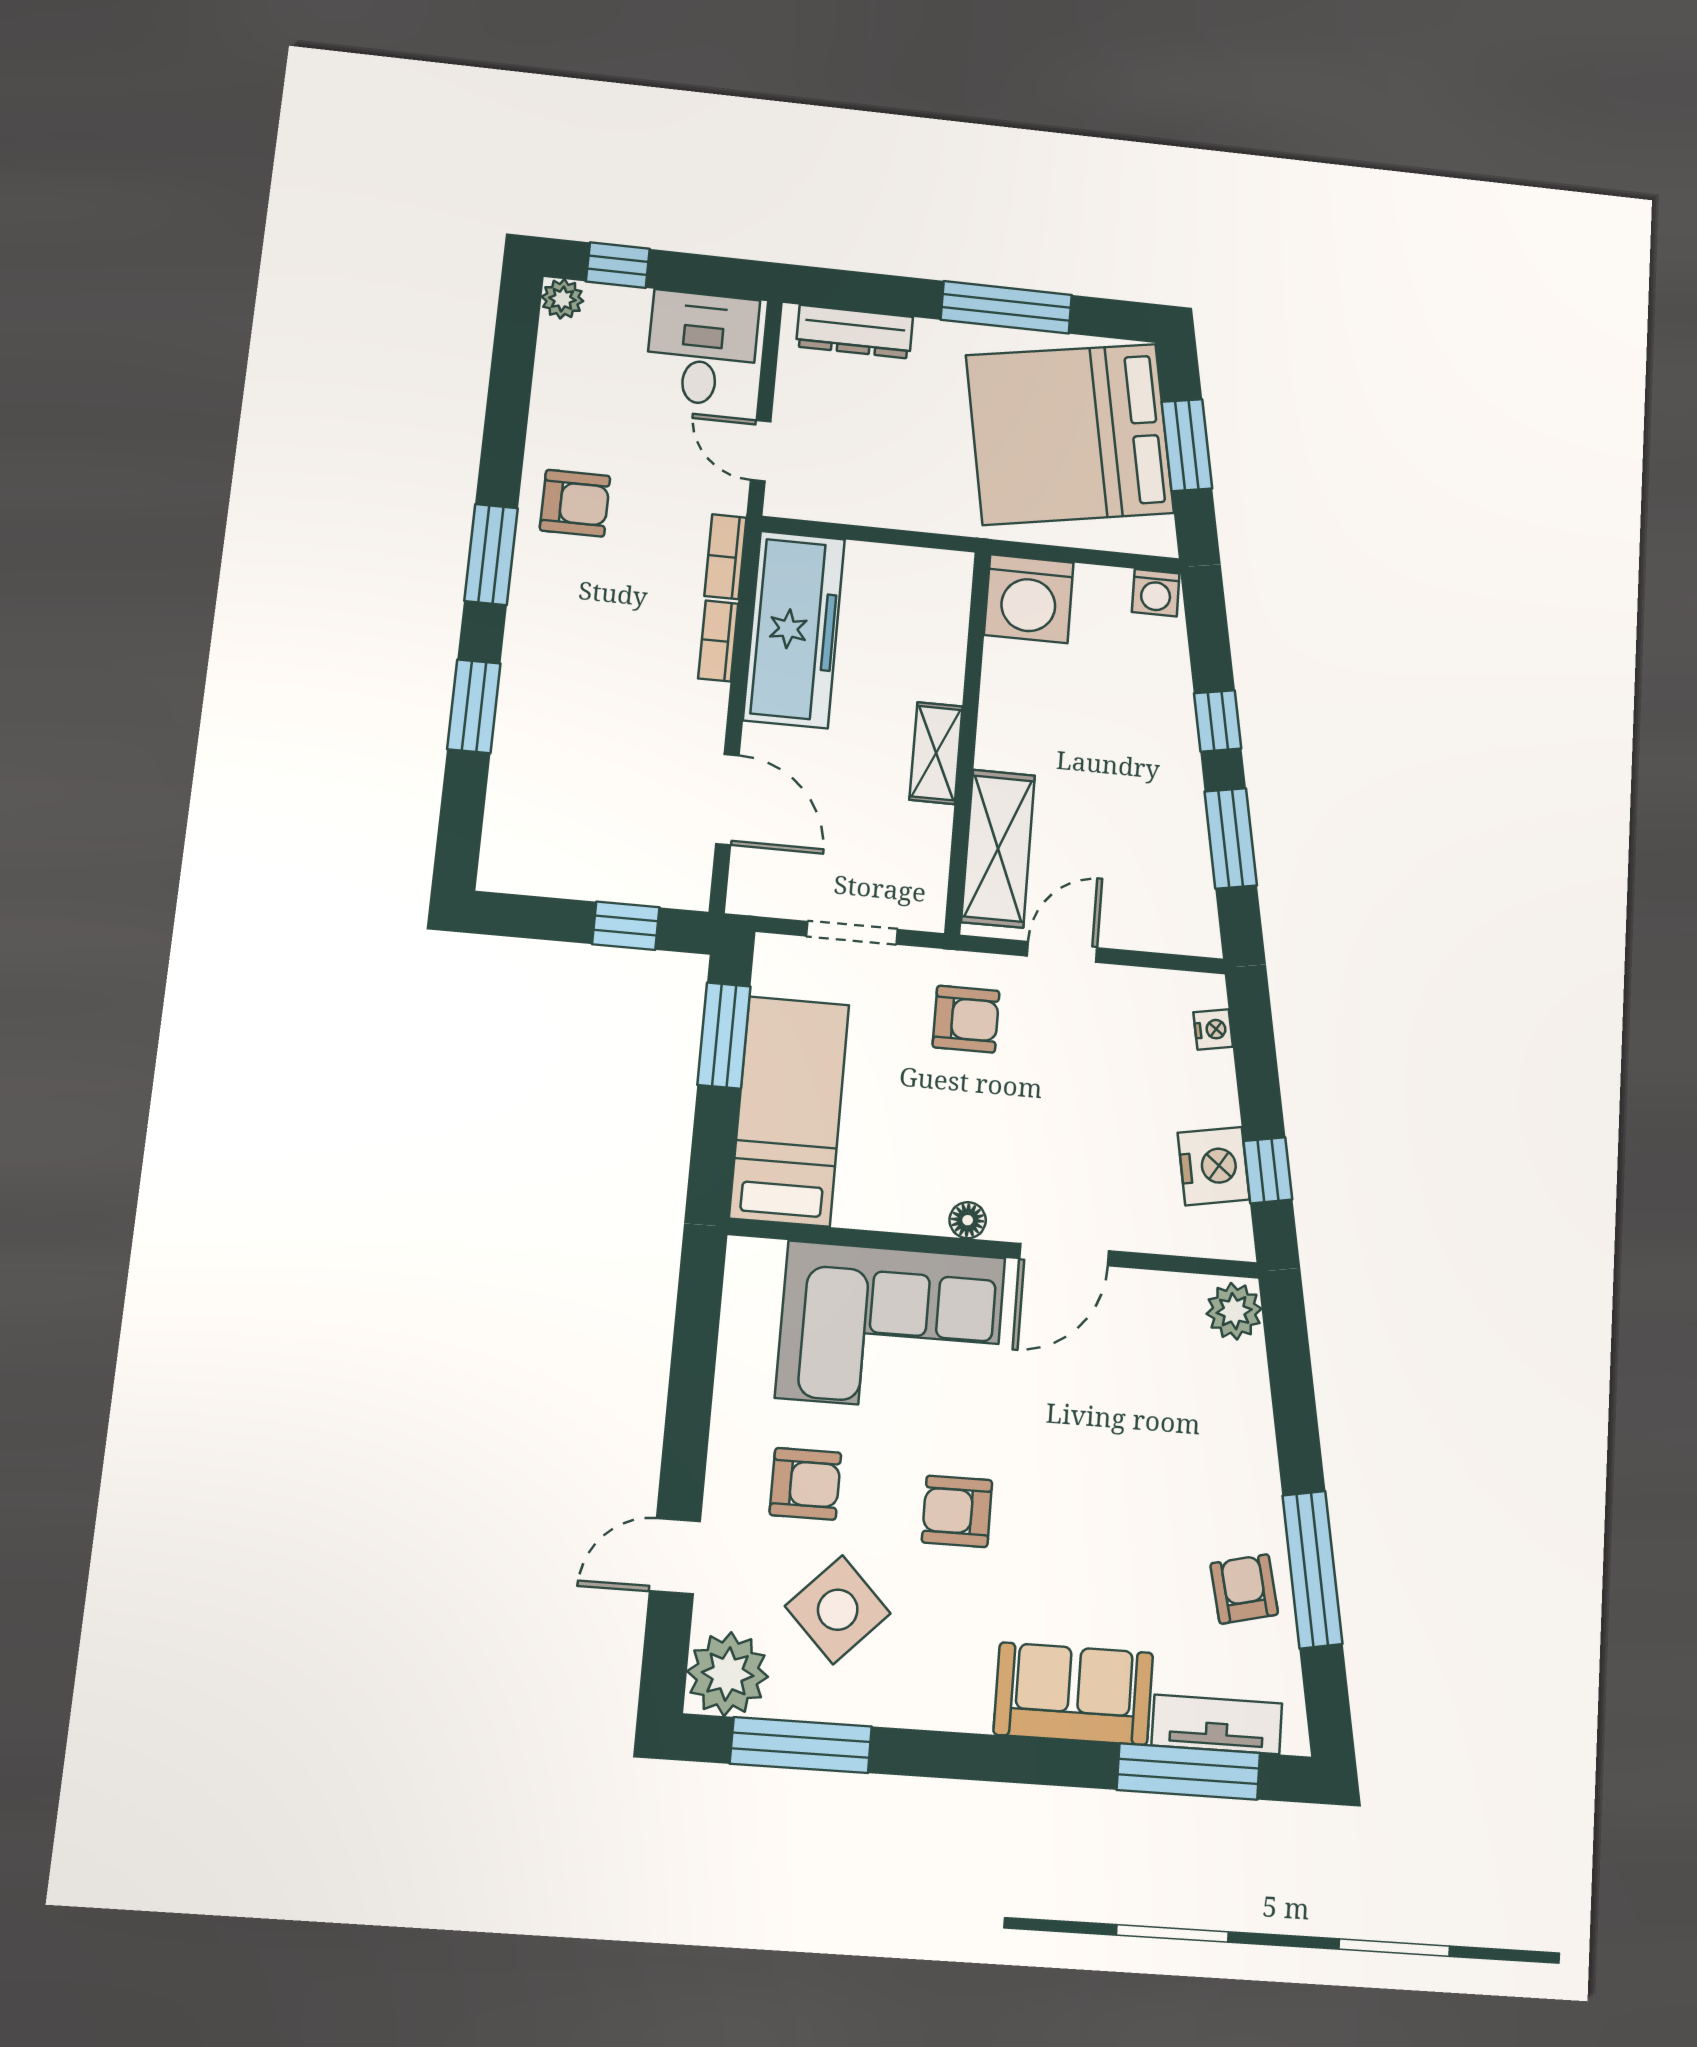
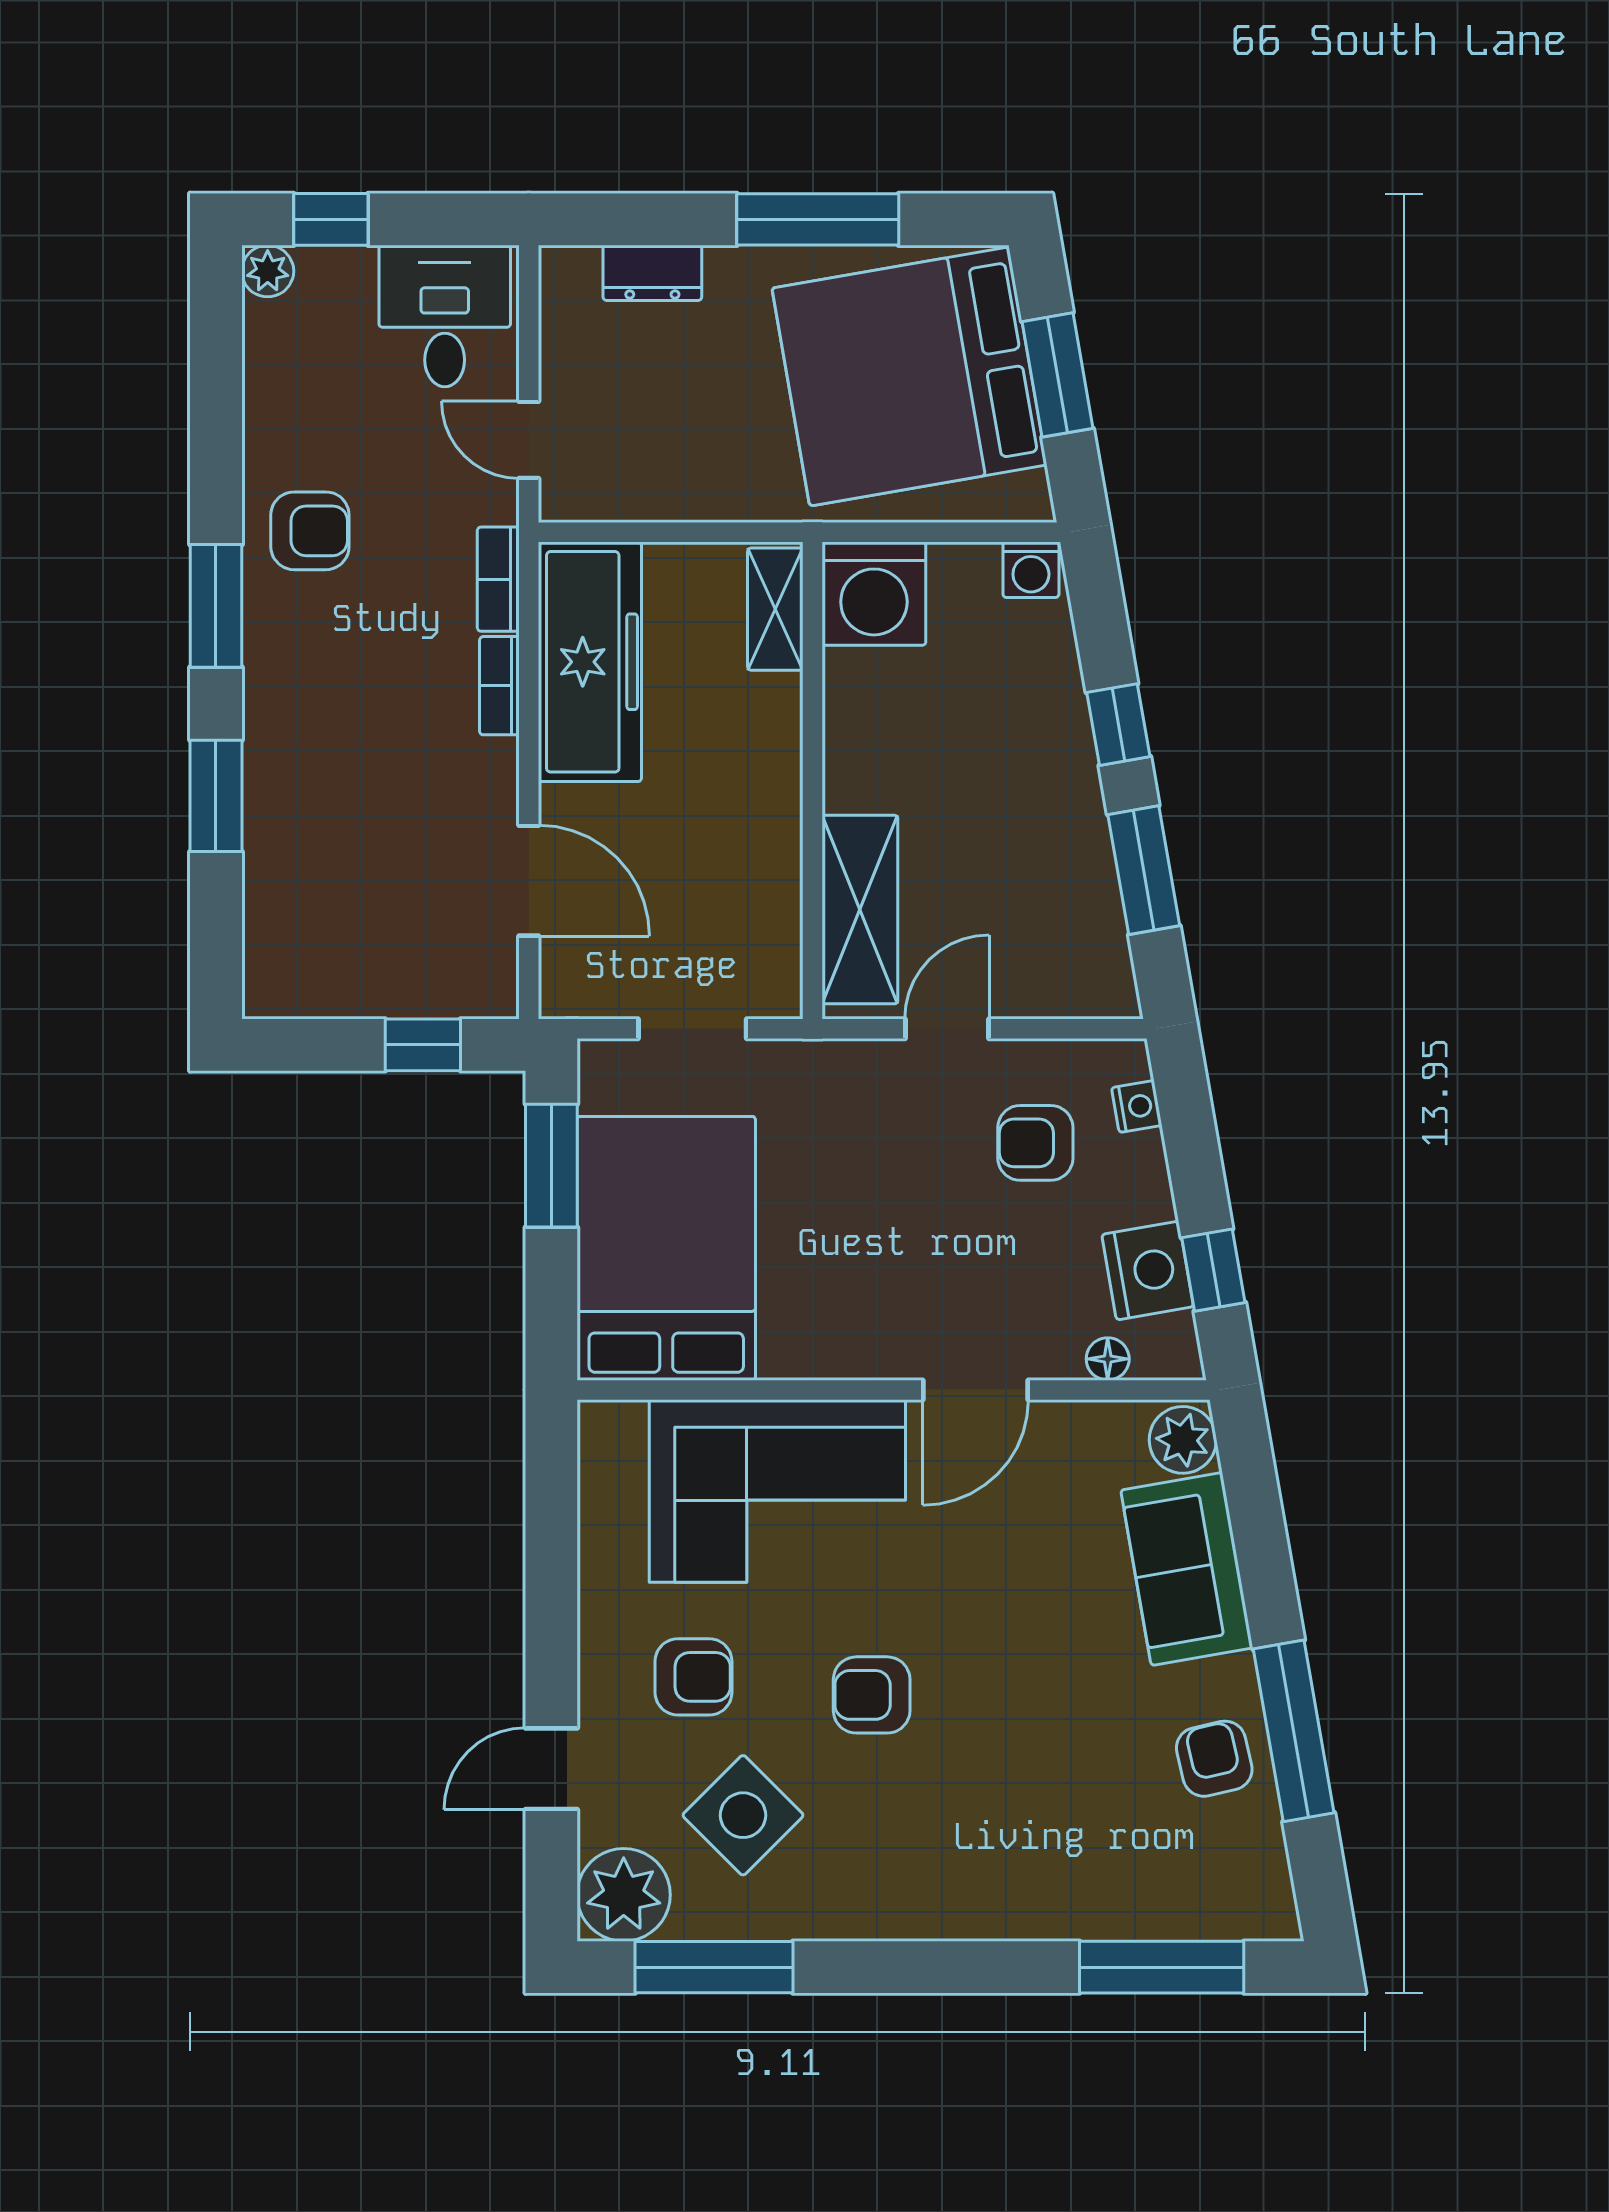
dresser: (855, 332) -> (652, 273), width x0.70
shelving: (936, 753) -> (775, 609), moved
armchair: (966, 1019) -> (1035, 1143), moved, turned 180
bed: (789, 1111) -> (666, 1248), width x1.50
floor lamp: (968, 1220) -> (1108, 1359), moved
sofa: (1073, 1694) -> (1187, 1569), moved, turned -100
tv unit: (1217, 1724) -> (1192, 1913), removed

